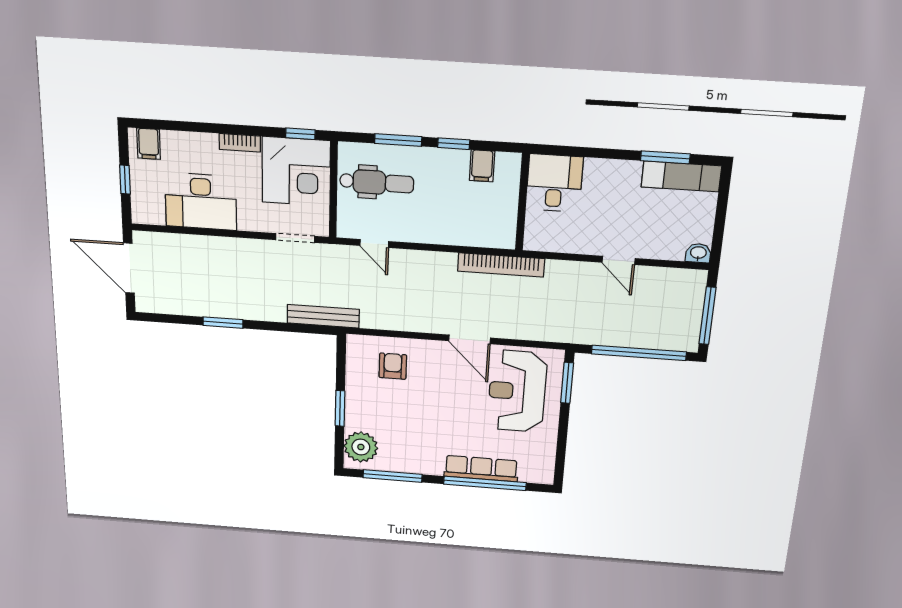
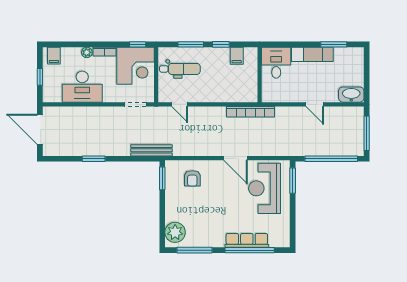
plant: (208, 142) -> (87, 52), added
exam couch: (681, 176) -> (312, 54), moved
washbasin: (698, 253) -> (351, 95), width x1.91, depth x1.45
armchair: (393, 366) -> (192, 178), turned 180
window: (340, 408) -> (162, 178), moved

